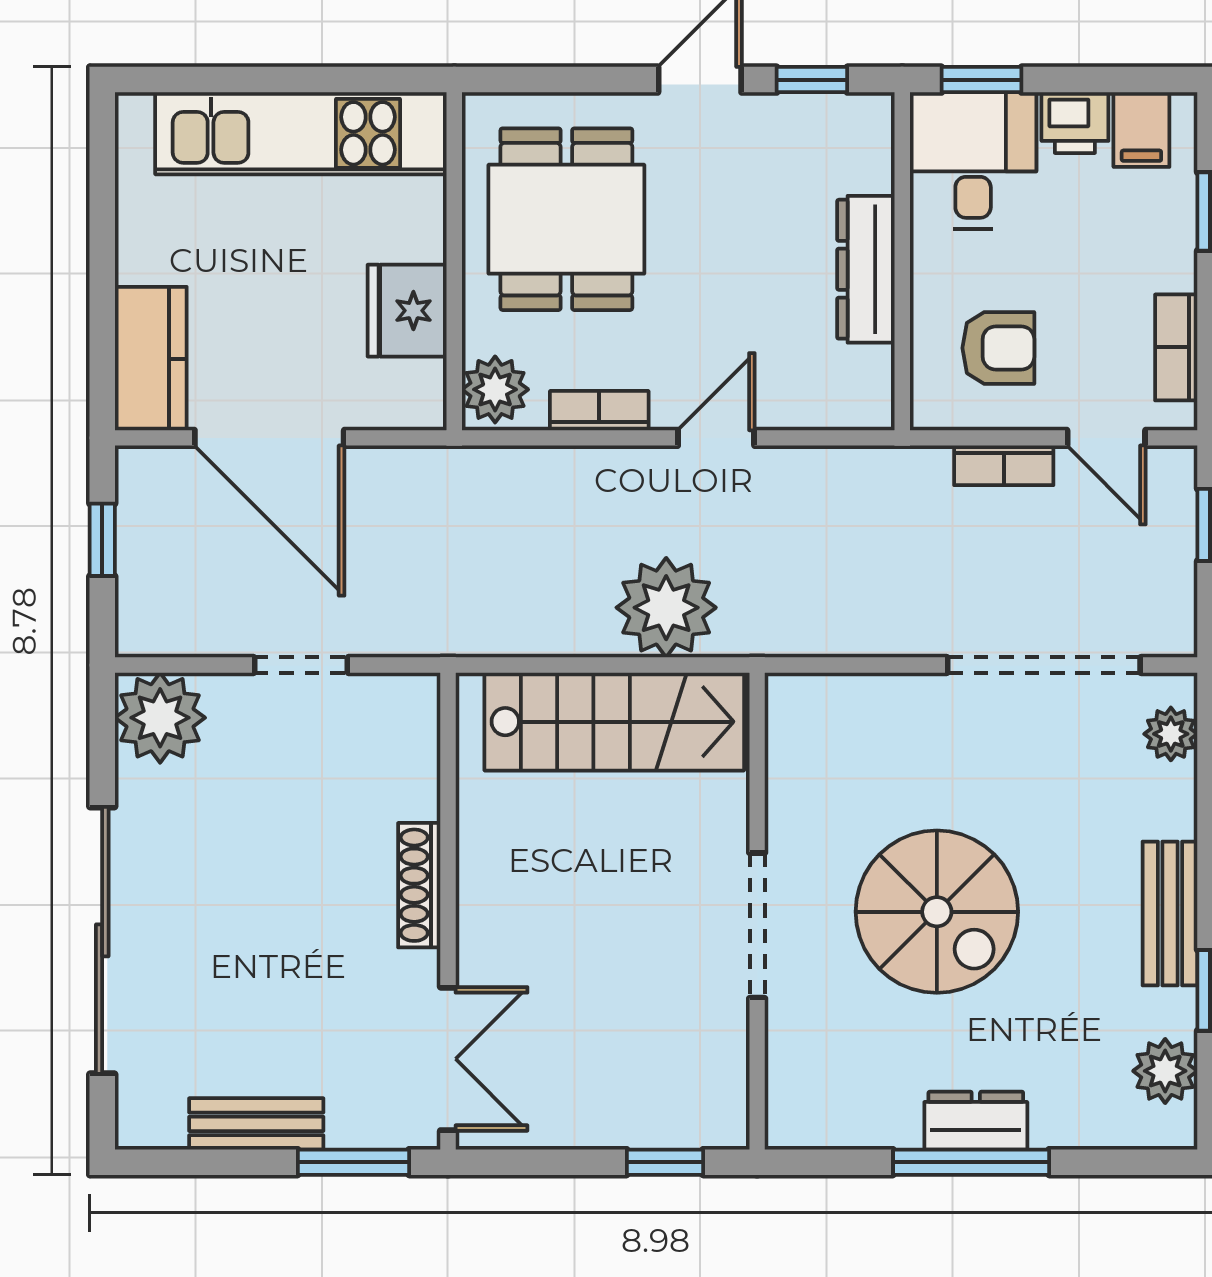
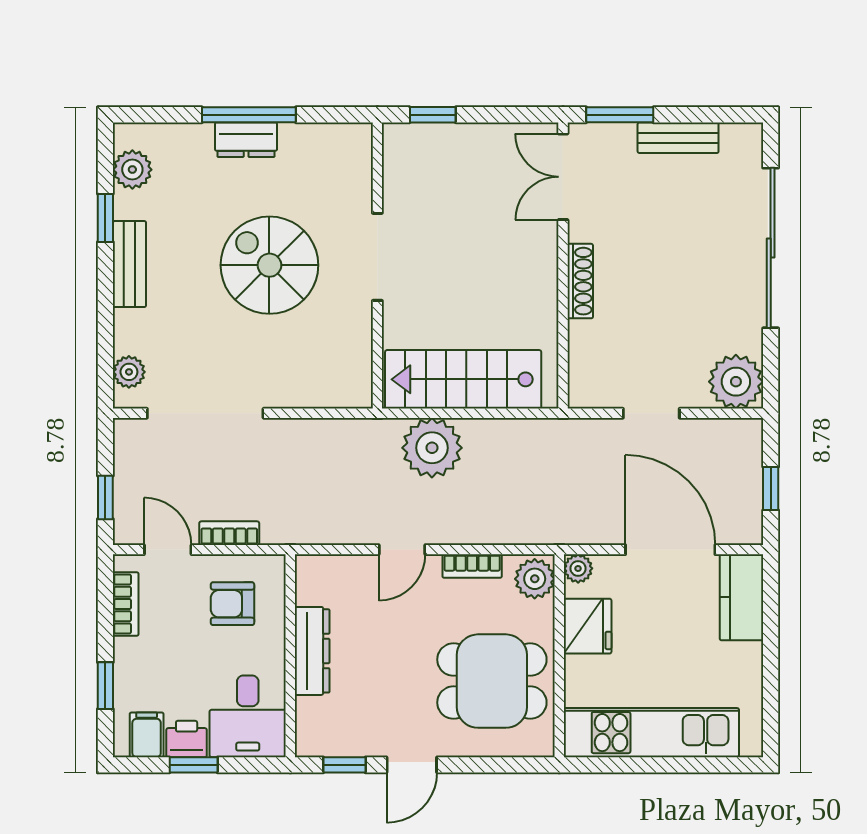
window: (982, 80) -> (194, 765), moved
dining table: (566, 219) -> (492, 681), turned 90
plant: (423, 407) -> (578, 568), added

